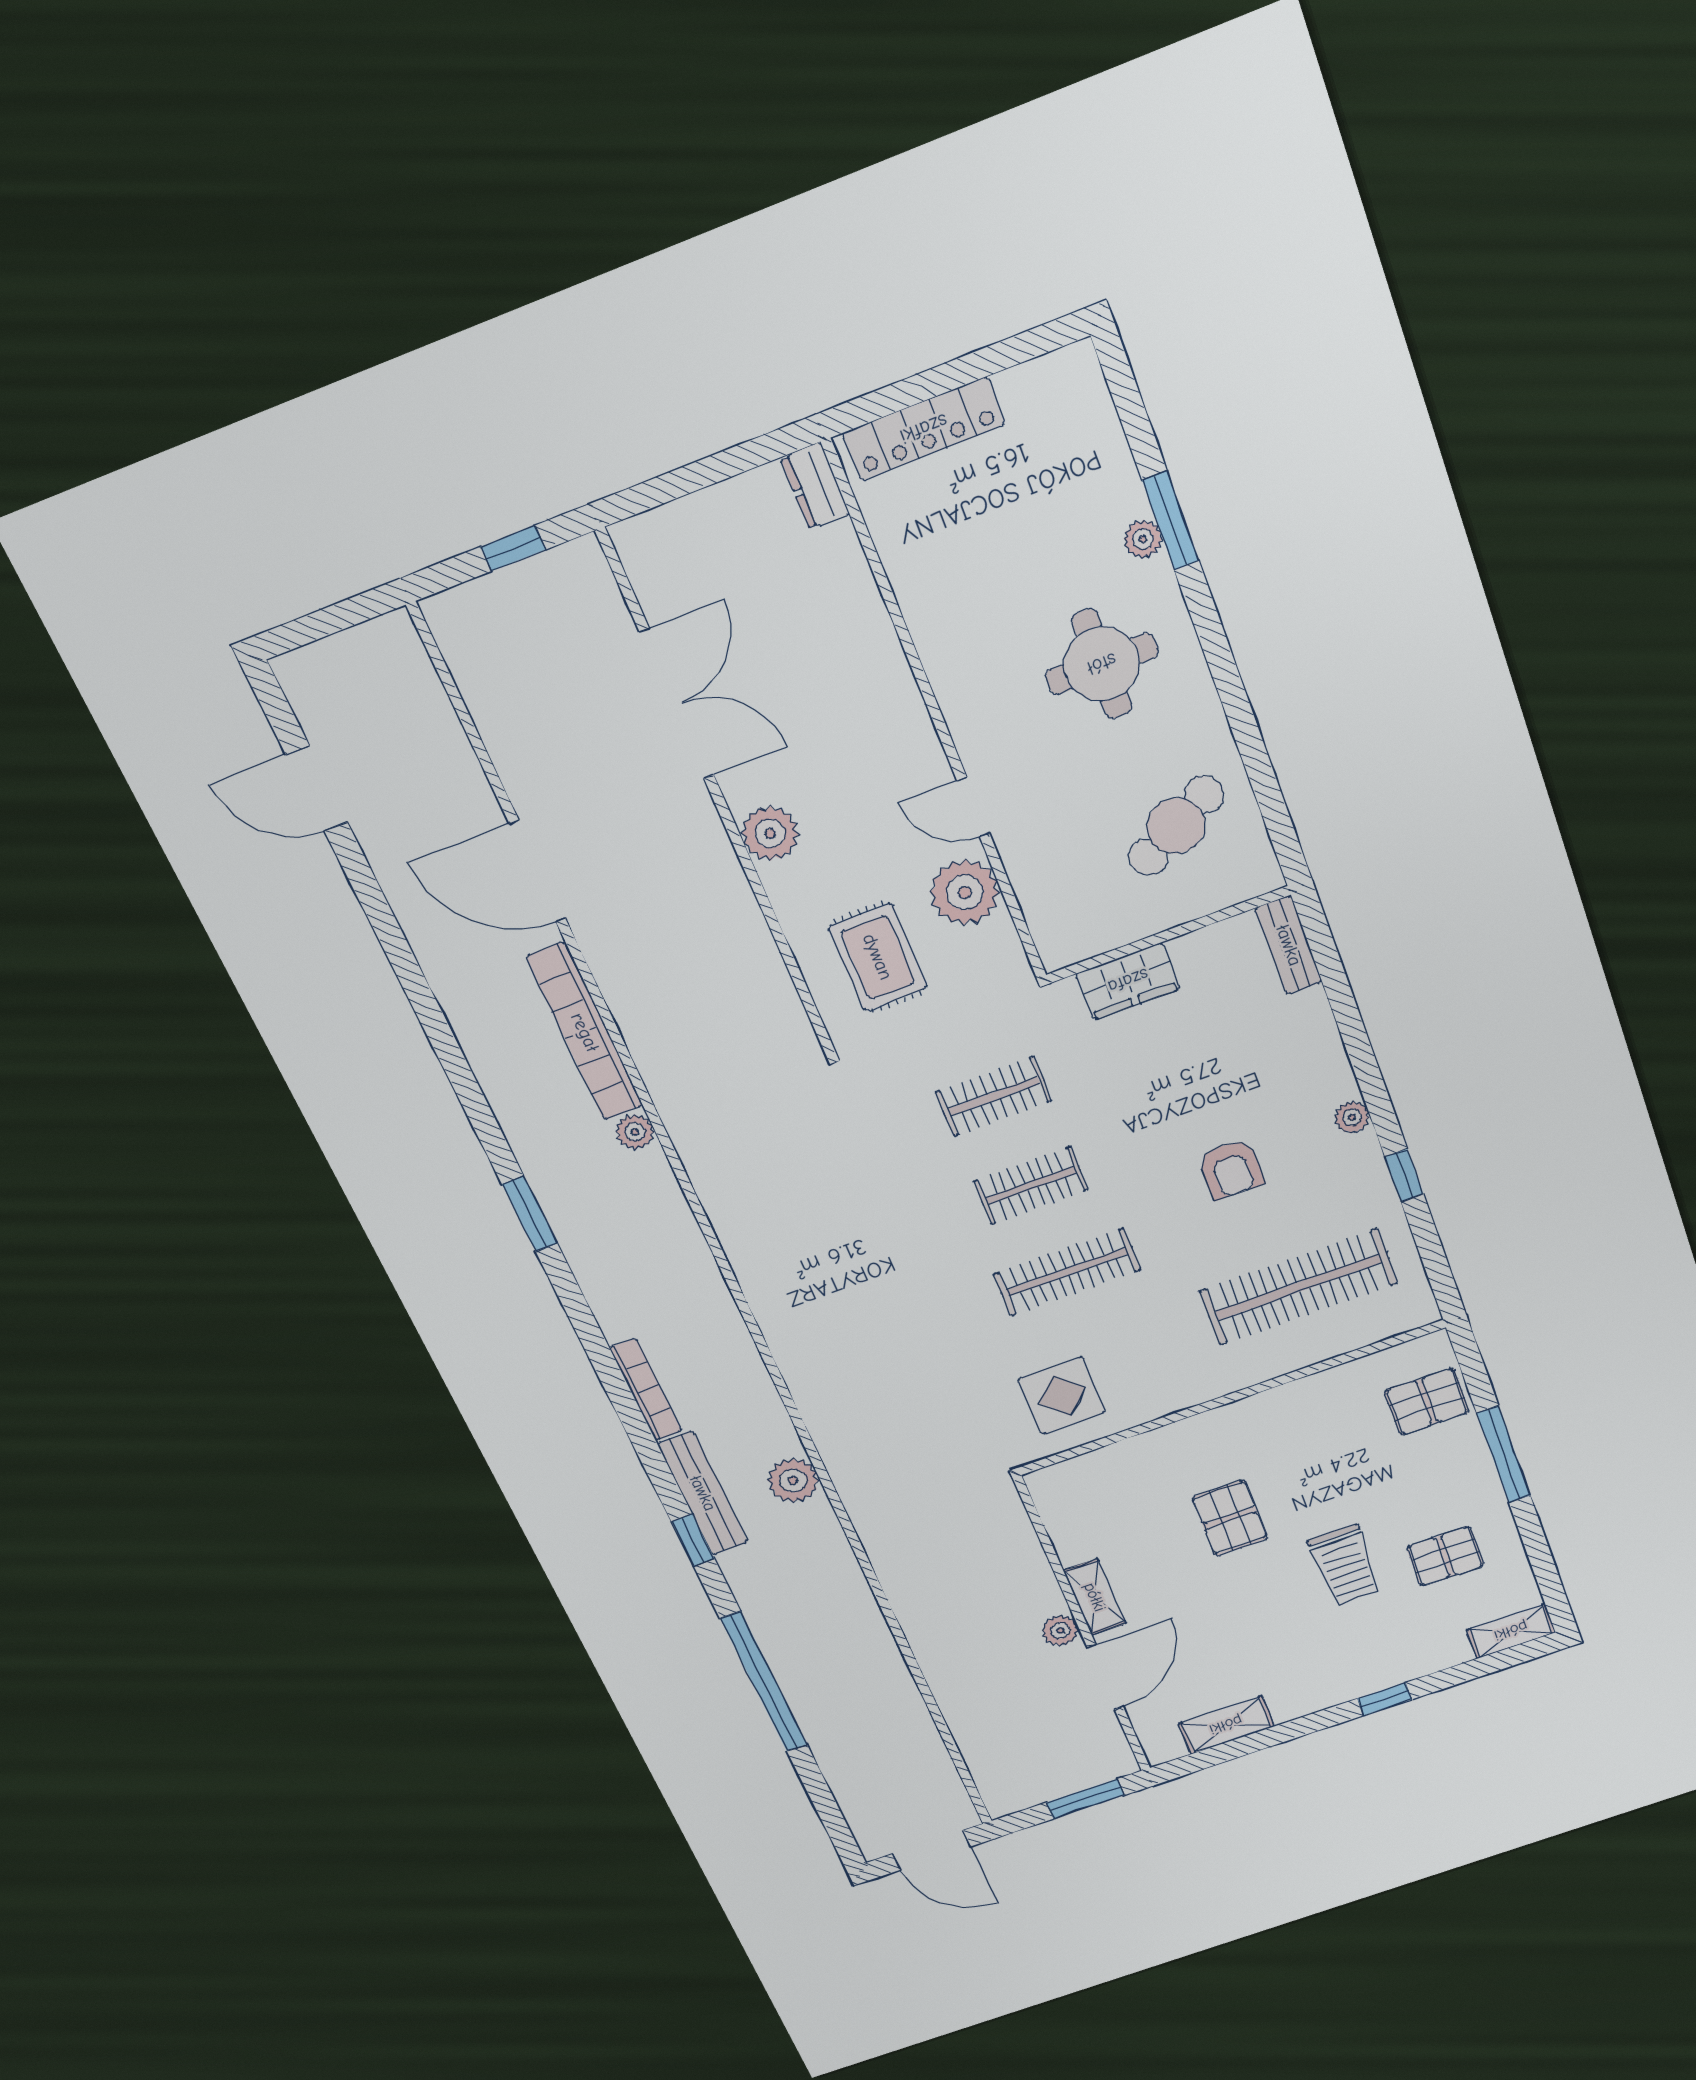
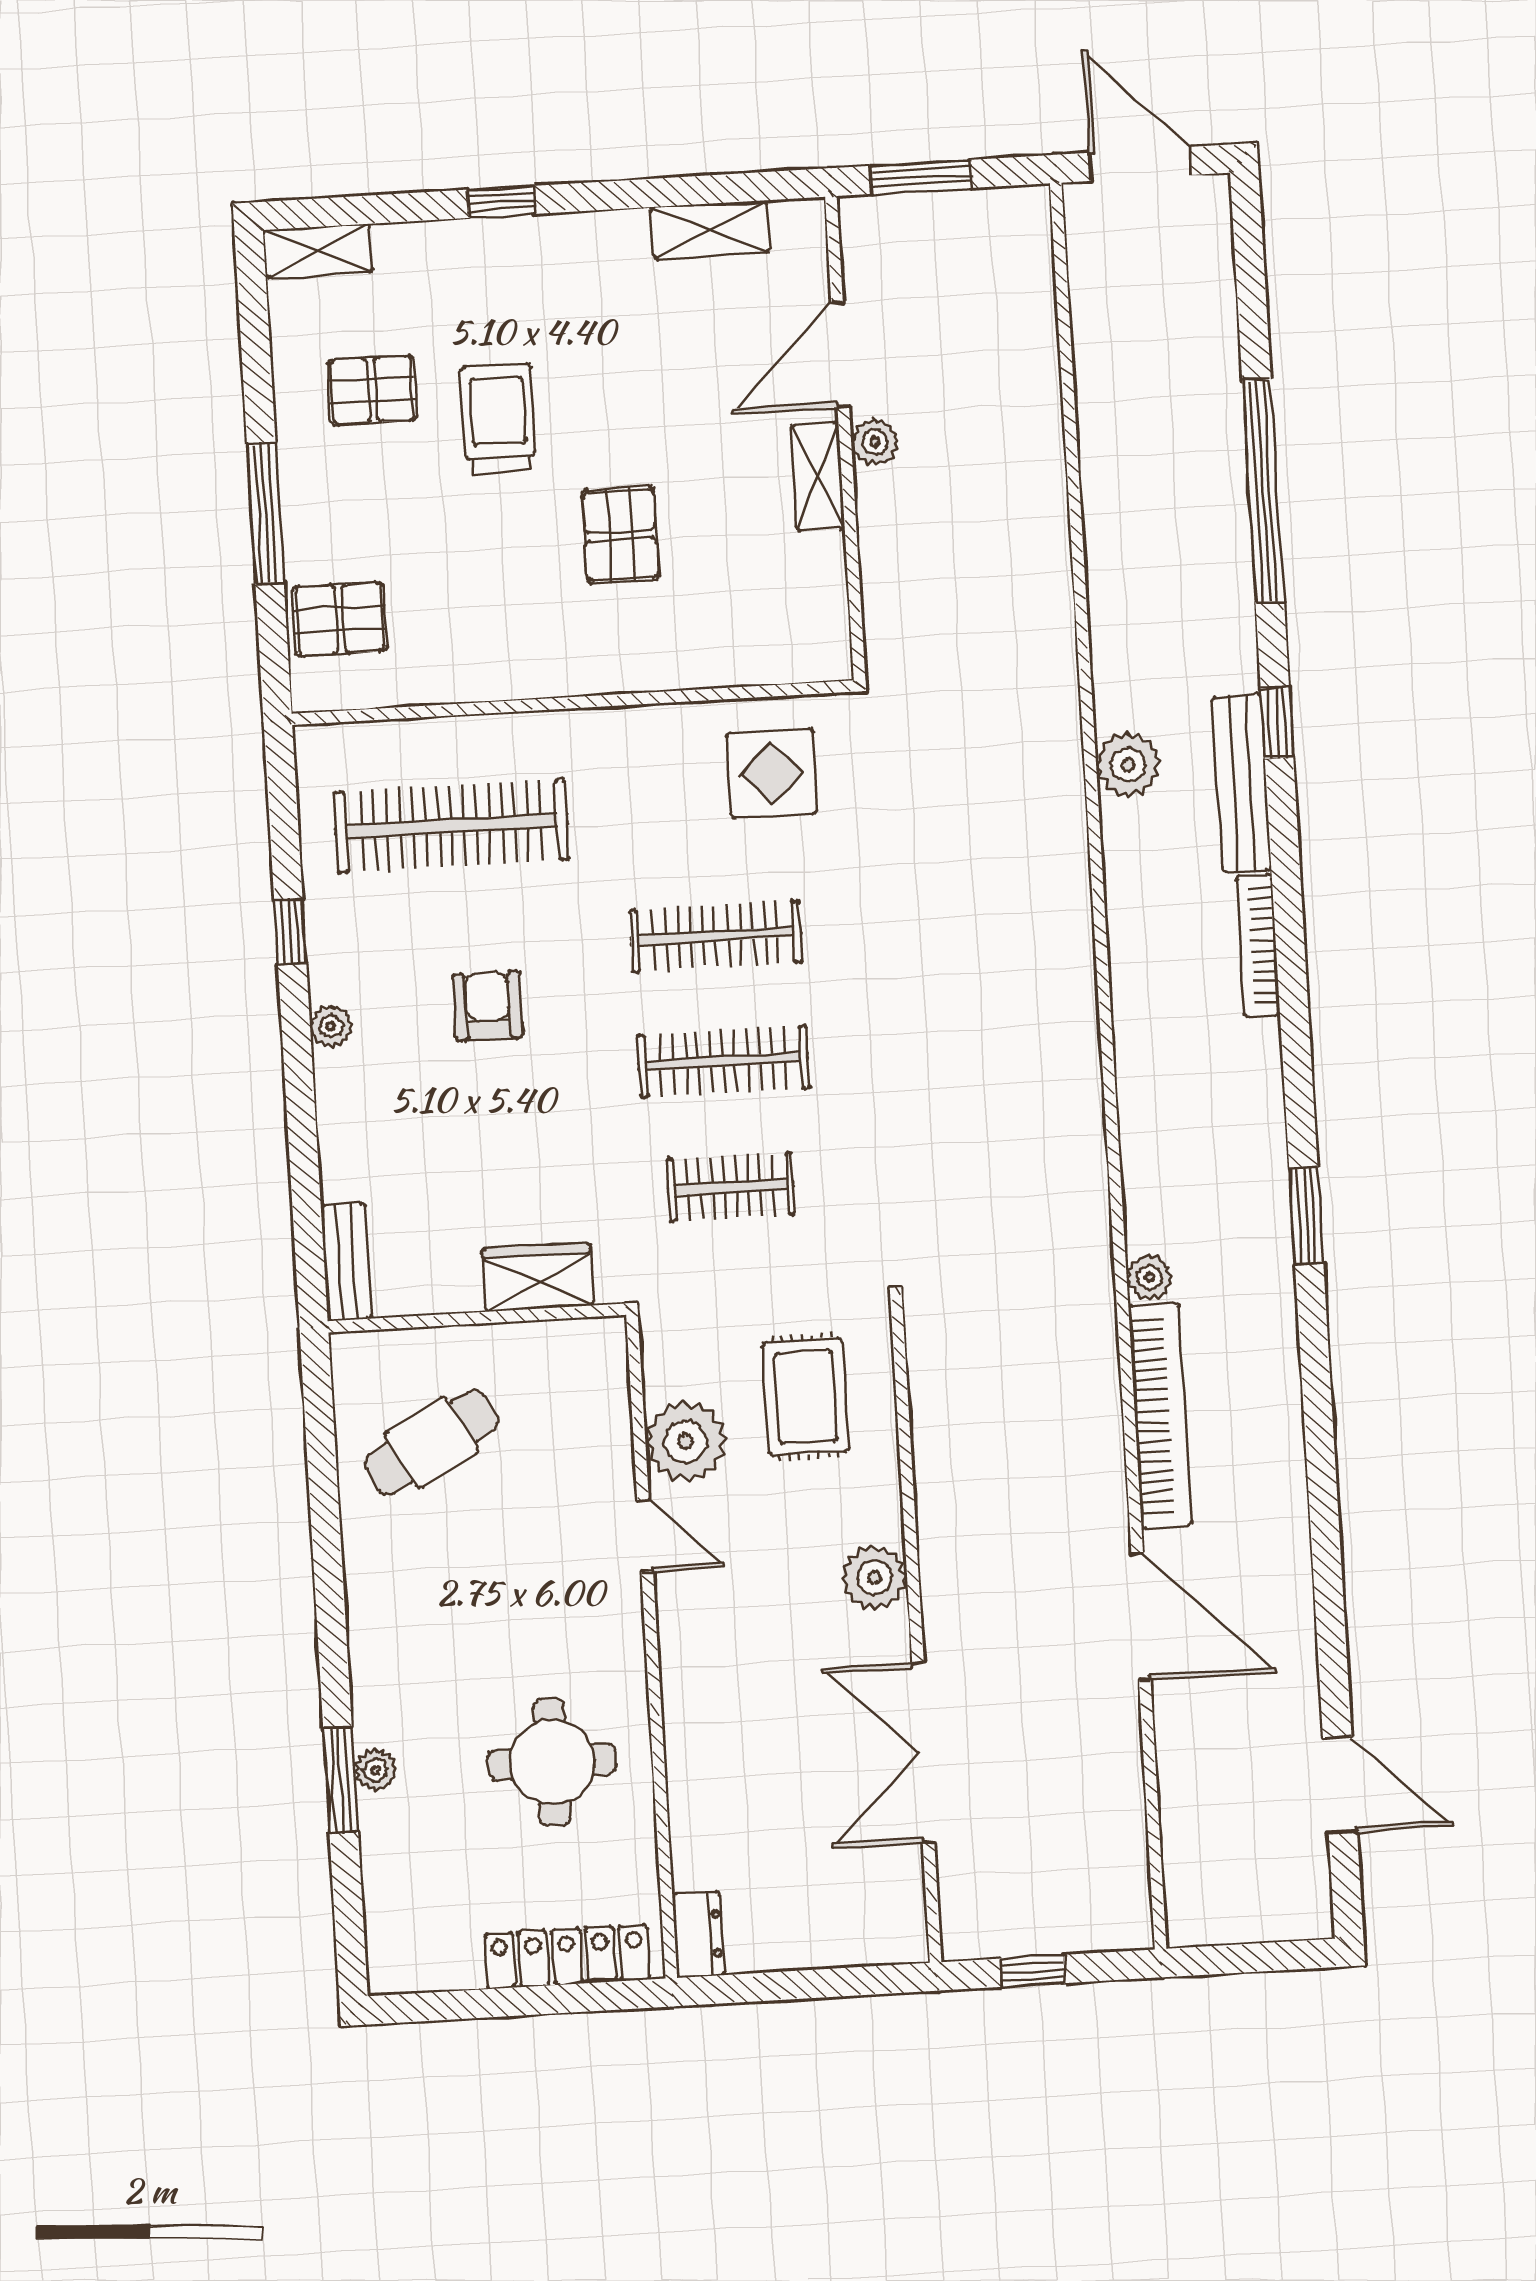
round table: (1102, 664) -> (552, 1762), moved
clothes rail: (1031, 1185) -> (723, 1062), width x1.36

